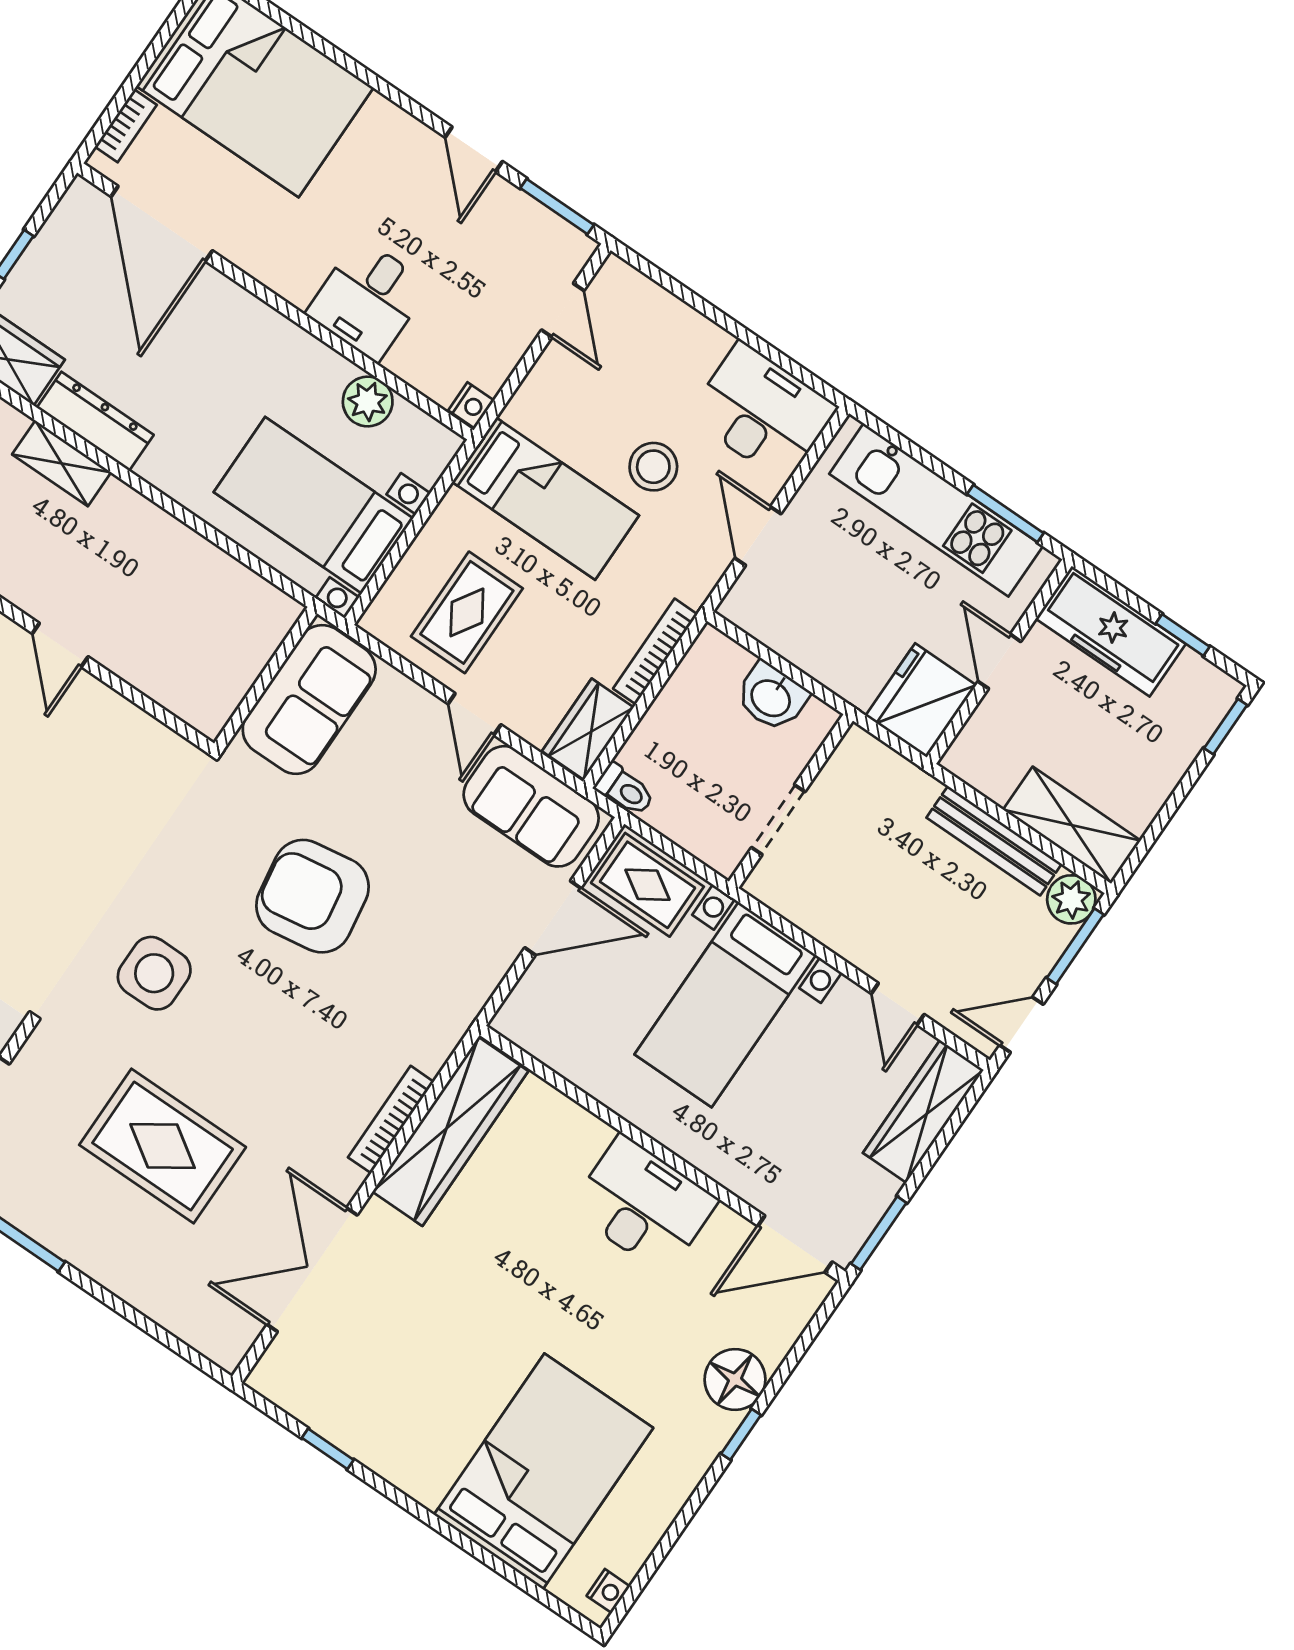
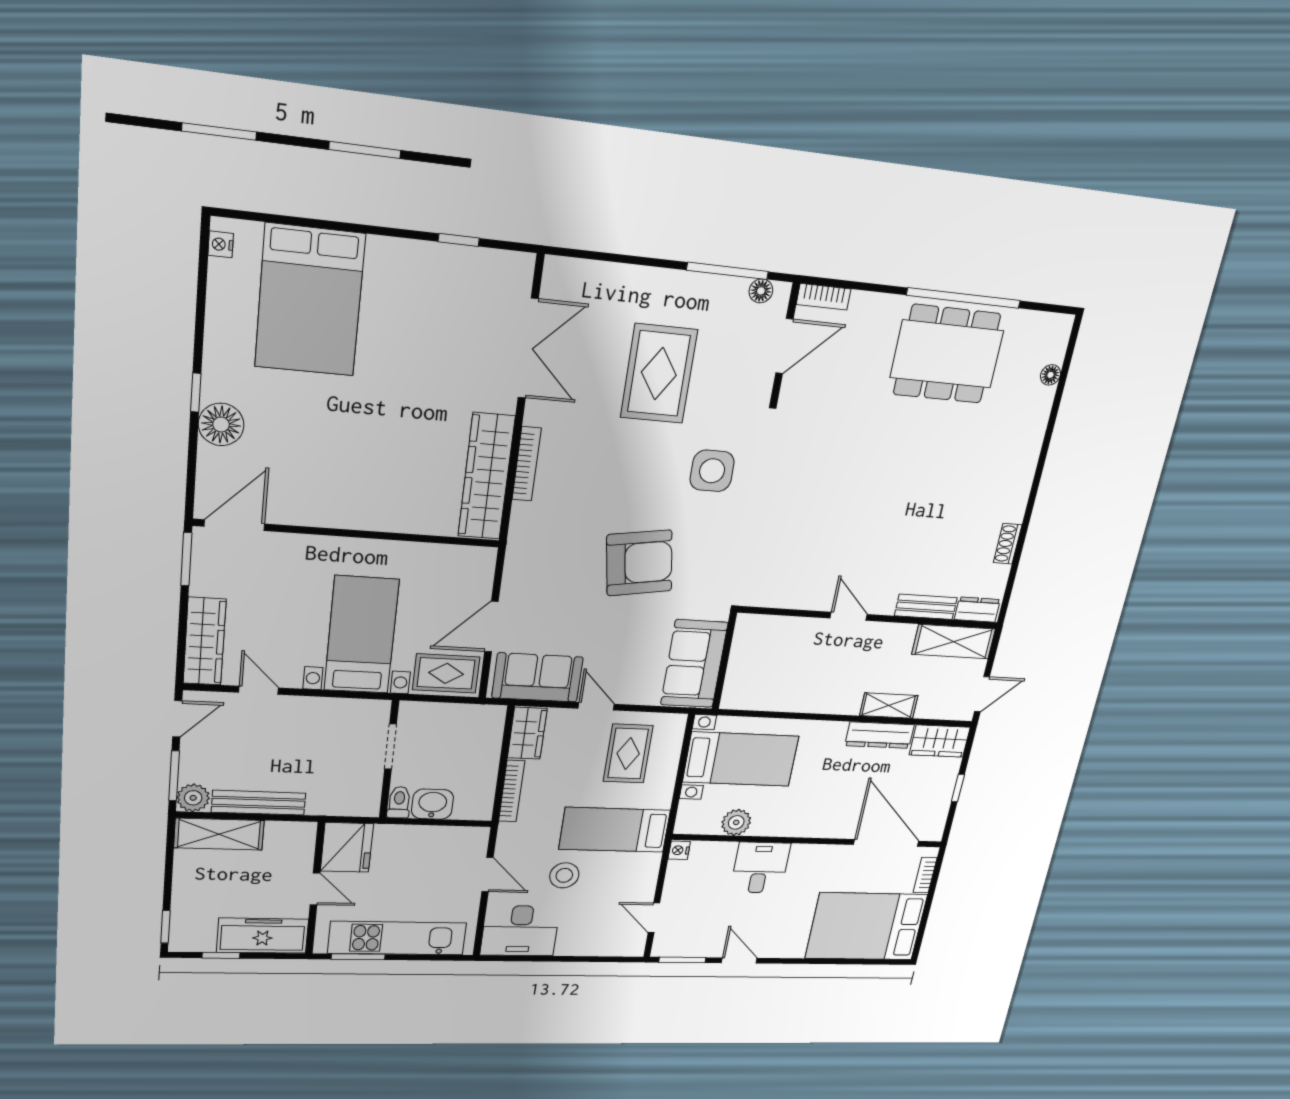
toilet: (625, 790) -> (399, 802), moved, turned 90
rug: (163, 1146) -> (659, 374), turned 90
desk: (643, 1205) -> (343, 498), removed

